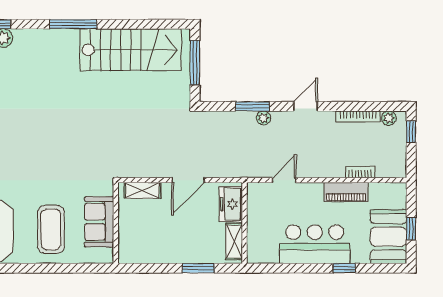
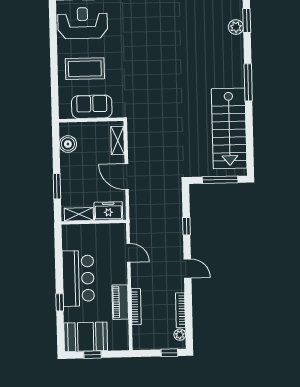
window: (252, 106) -> (186, 226), width x0.67
plant: (263, 118) -> (178, 235), removed
bookcase: (360, 172) -> (136, 307), width x1.56
boiler: (145, 253) -> (68, 144), added

